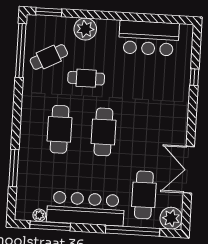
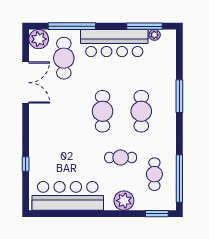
bar counter: (149, 38) -> (68, 196), width x1.36
cafe table: (49, 57) -> (154, 174), turned -62
window: (14, 168) -> (179, 96), moved

